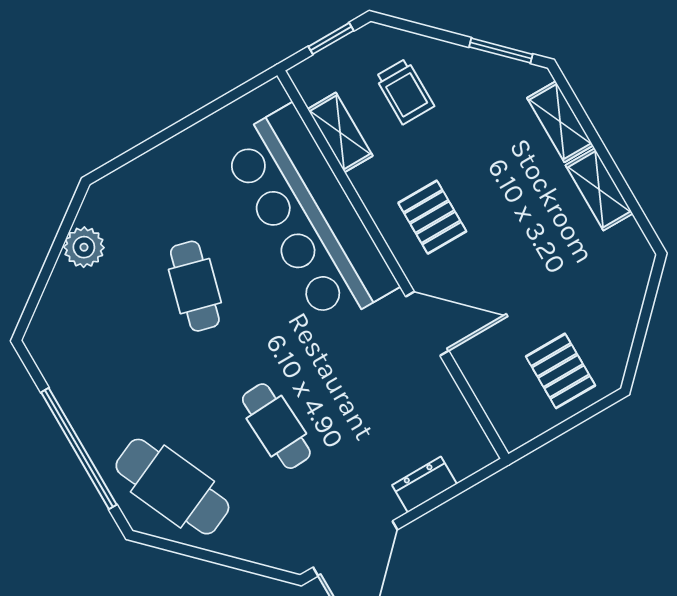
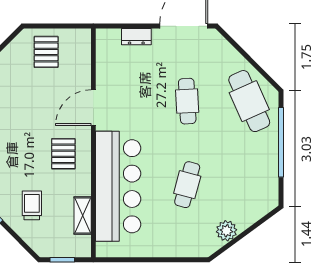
trolley: (405, 91) -> (32, 205), moved
door: (427, 324) -> (93, 108), hinge flipped

